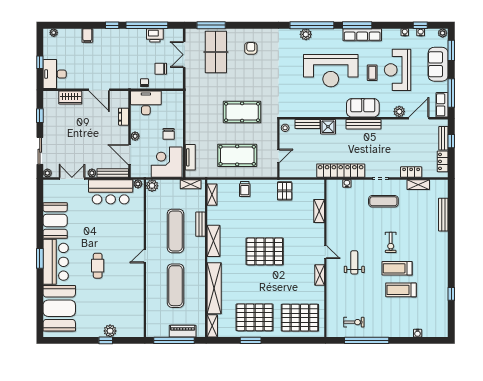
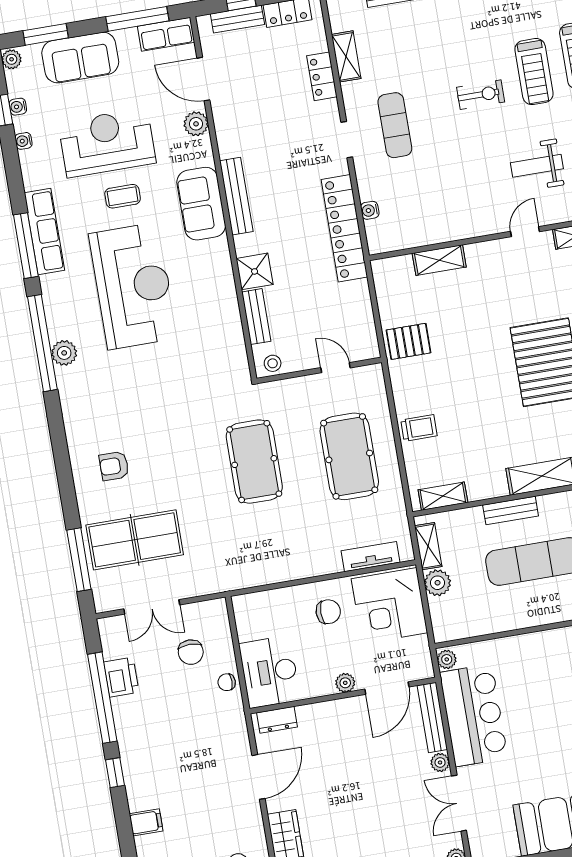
reception desk: (398, 70) -> (107, 143), turned 180
dresser: (124, 117) -> (277, 720), moved
plant: (152, 186) -> (438, 583), moved

